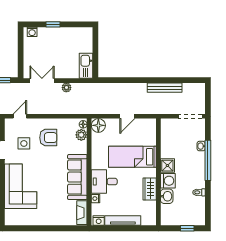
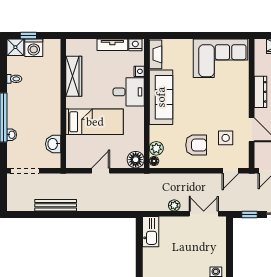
double door: (42, 81) -> (204, 214), swing flipped
armchair: (48, 138) -> (196, 145), turned 180
shower: (167, 166) -> (15, 47), moved
washing machine: (168, 181) -> (34, 48), moved, turned -90
corner sofa: (21, 186) -> (221, 58), moved, turned -90
wardrobe: (150, 189) -> (74, 76), width x1.50
washbasin: (167, 196) -> (53, 144), moved
tv unit: (123, 221) -> (112, 45), width x0.71

